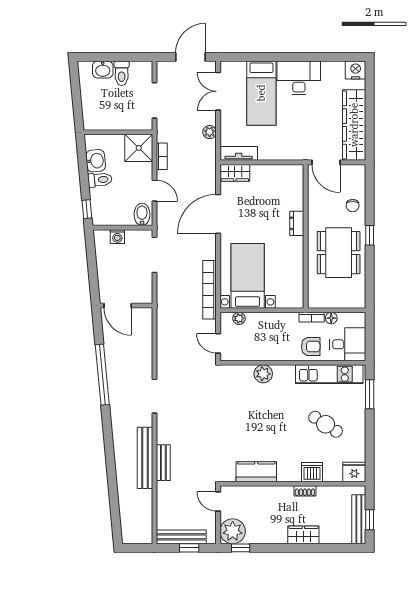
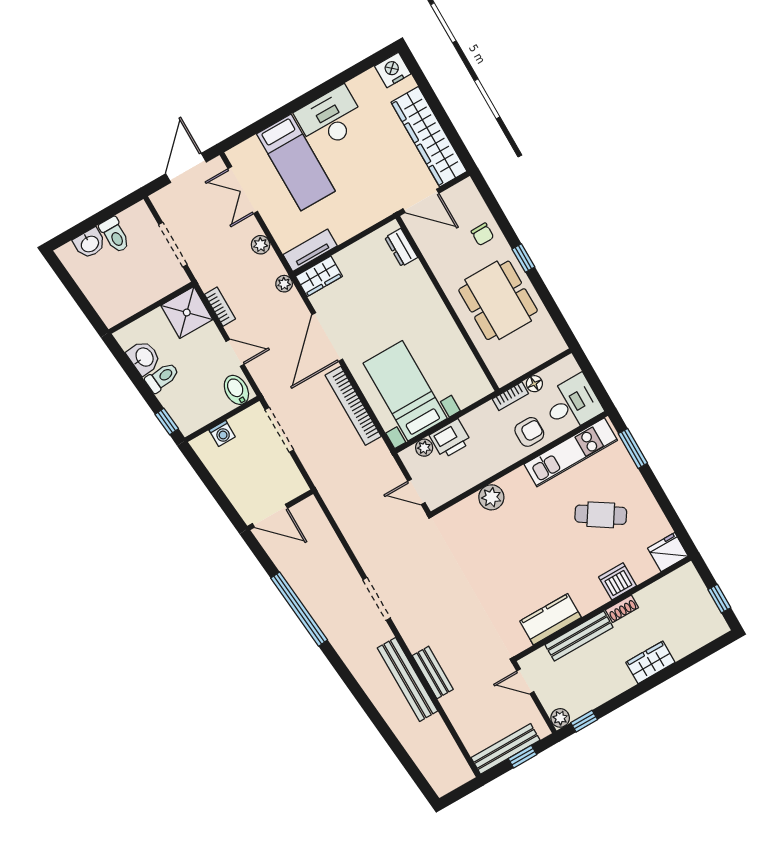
plant: (210, 165) -> (284, 284), added
dresser: (297, 223) -> (401, 247), moved
bookcase: (210, 290) -> (353, 406), moved
printer: (259, 322) -> (450, 439), added
bench: (359, 519) -> (579, 636), moved, turned 90
plant: (233, 531) -> (560, 718), width x0.53, depth x0.53

